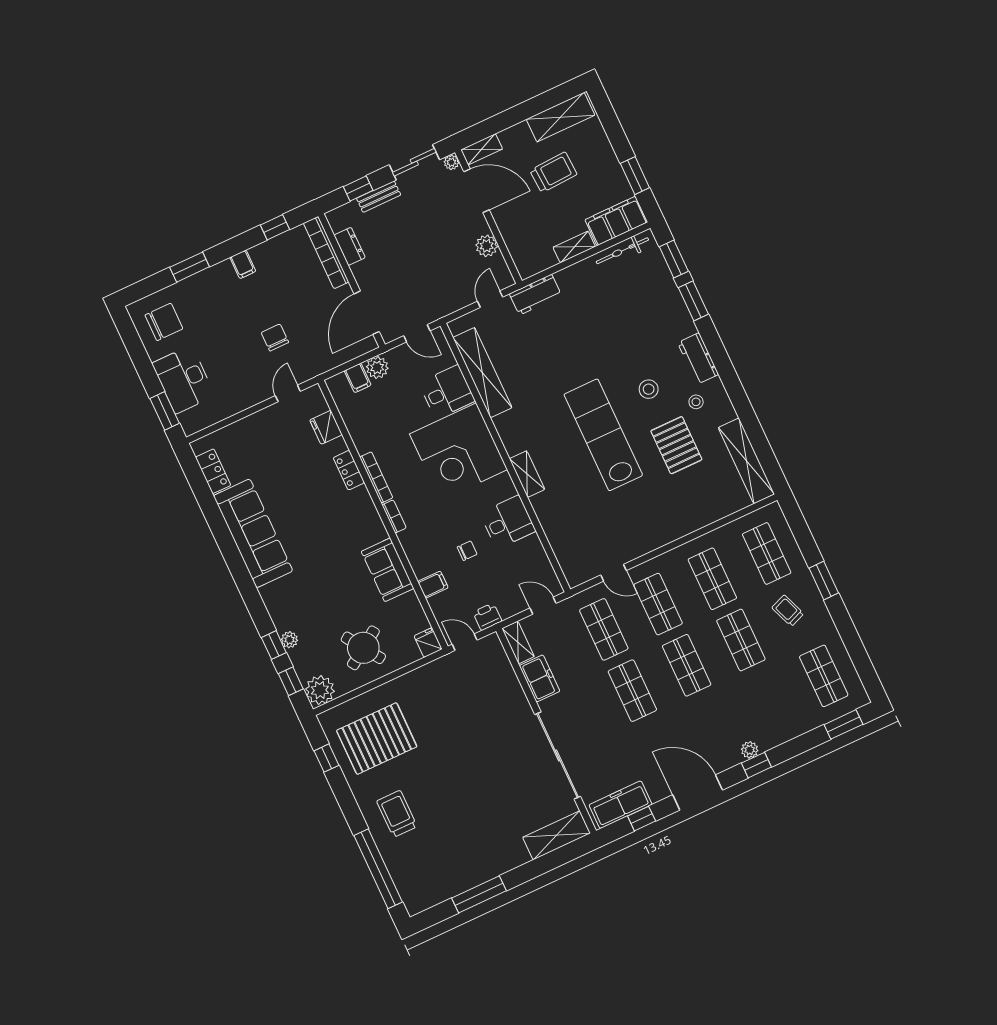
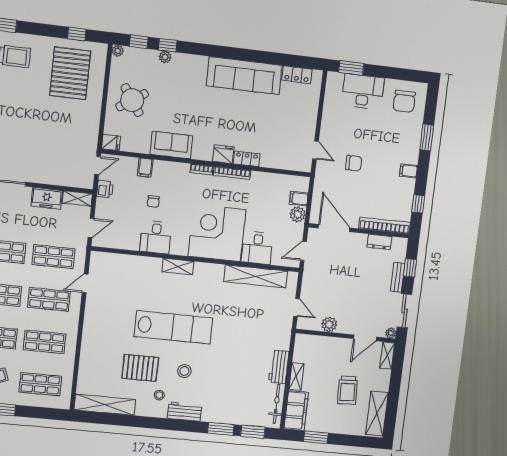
door: (476, 191) -> (365, 338), width x0.73
workbench: (535, 295) -> (279, 367), moved
fridge: (326, 427) -> (223, 154), moved
plant: (320, 690) -> (118, 51), width x0.53, depth x0.53

